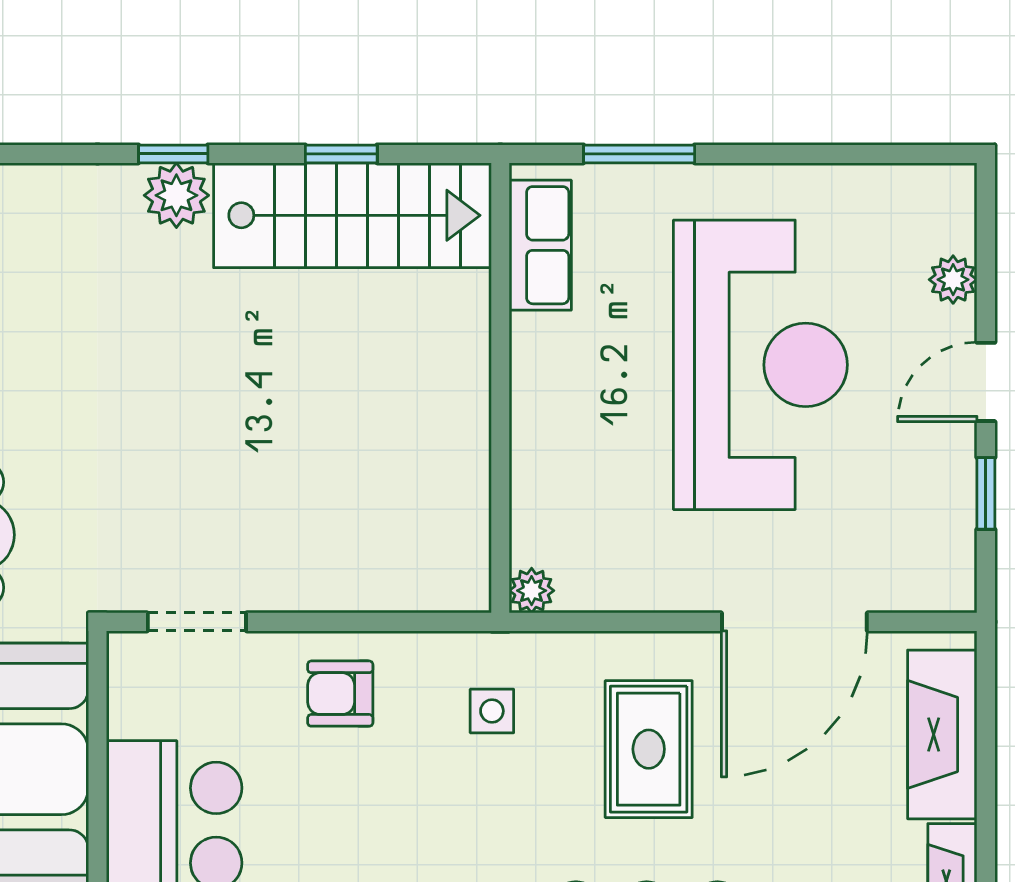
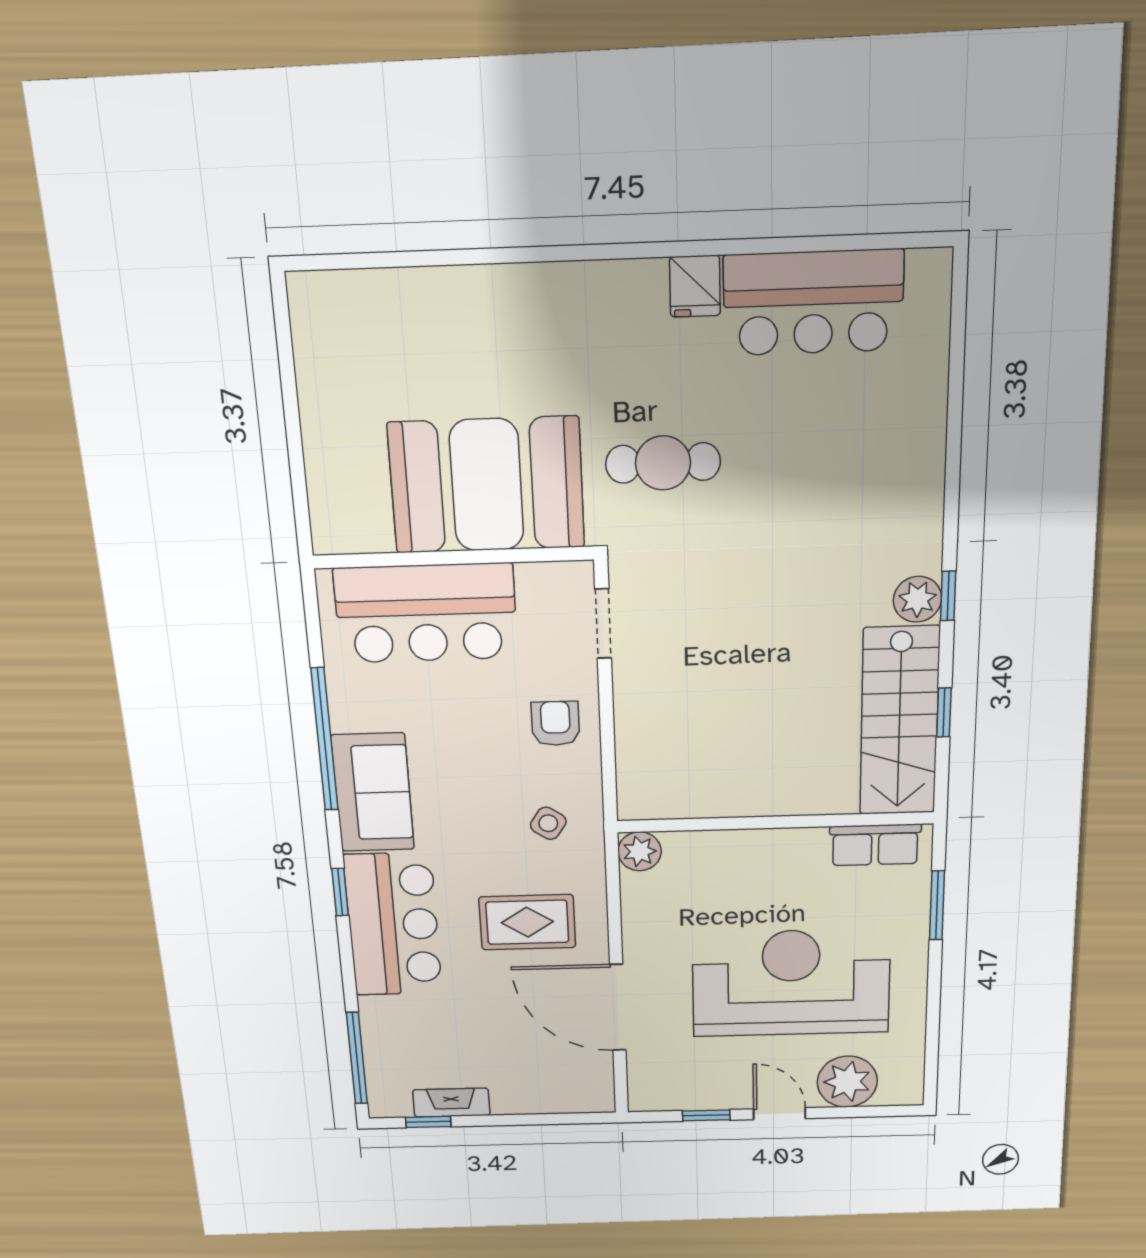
plant: (953, 280) -> (847, 1082), width x1.88, depth x1.88
reception desk: (760, 365) -> (791, 983), turned 180
plant: (532, 591) -> (640, 851), width x1.38, depth x1.38
side table: (492, 711) -> (548, 823), turned 34
fireplace: (942, 734) -> (547, 1095), removed

